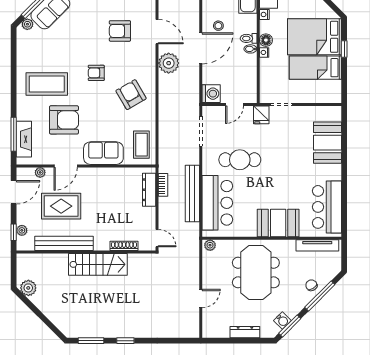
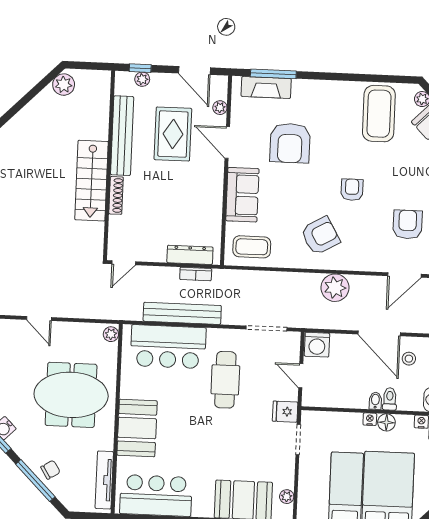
plant: (169, 63) -> (335, 288), moved
coffee table: (47, 84) -> (379, 114), moved
plant: (324, 111) -> (287, 497), added
shoe rack: (124, 246) -> (116, 195), moved

